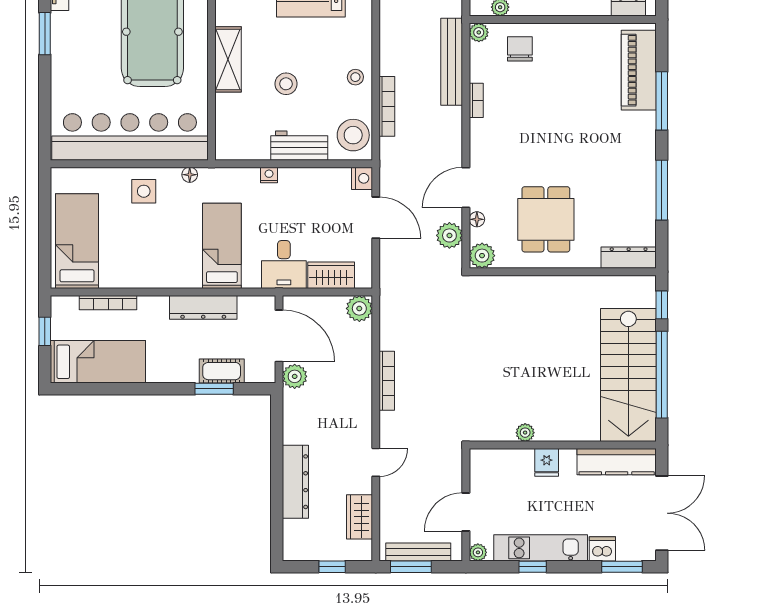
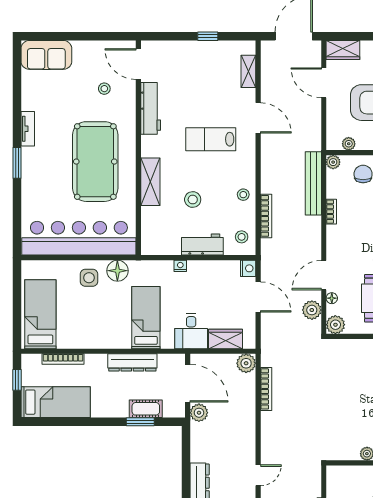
stool: (353, 135) -> (242, 237), width x0.53, depth x0.53
floor lamp: (190, 175) -> (117, 271), width x1.89, depth x1.89
bookcase: (387, 381) -> (266, 389), moved

